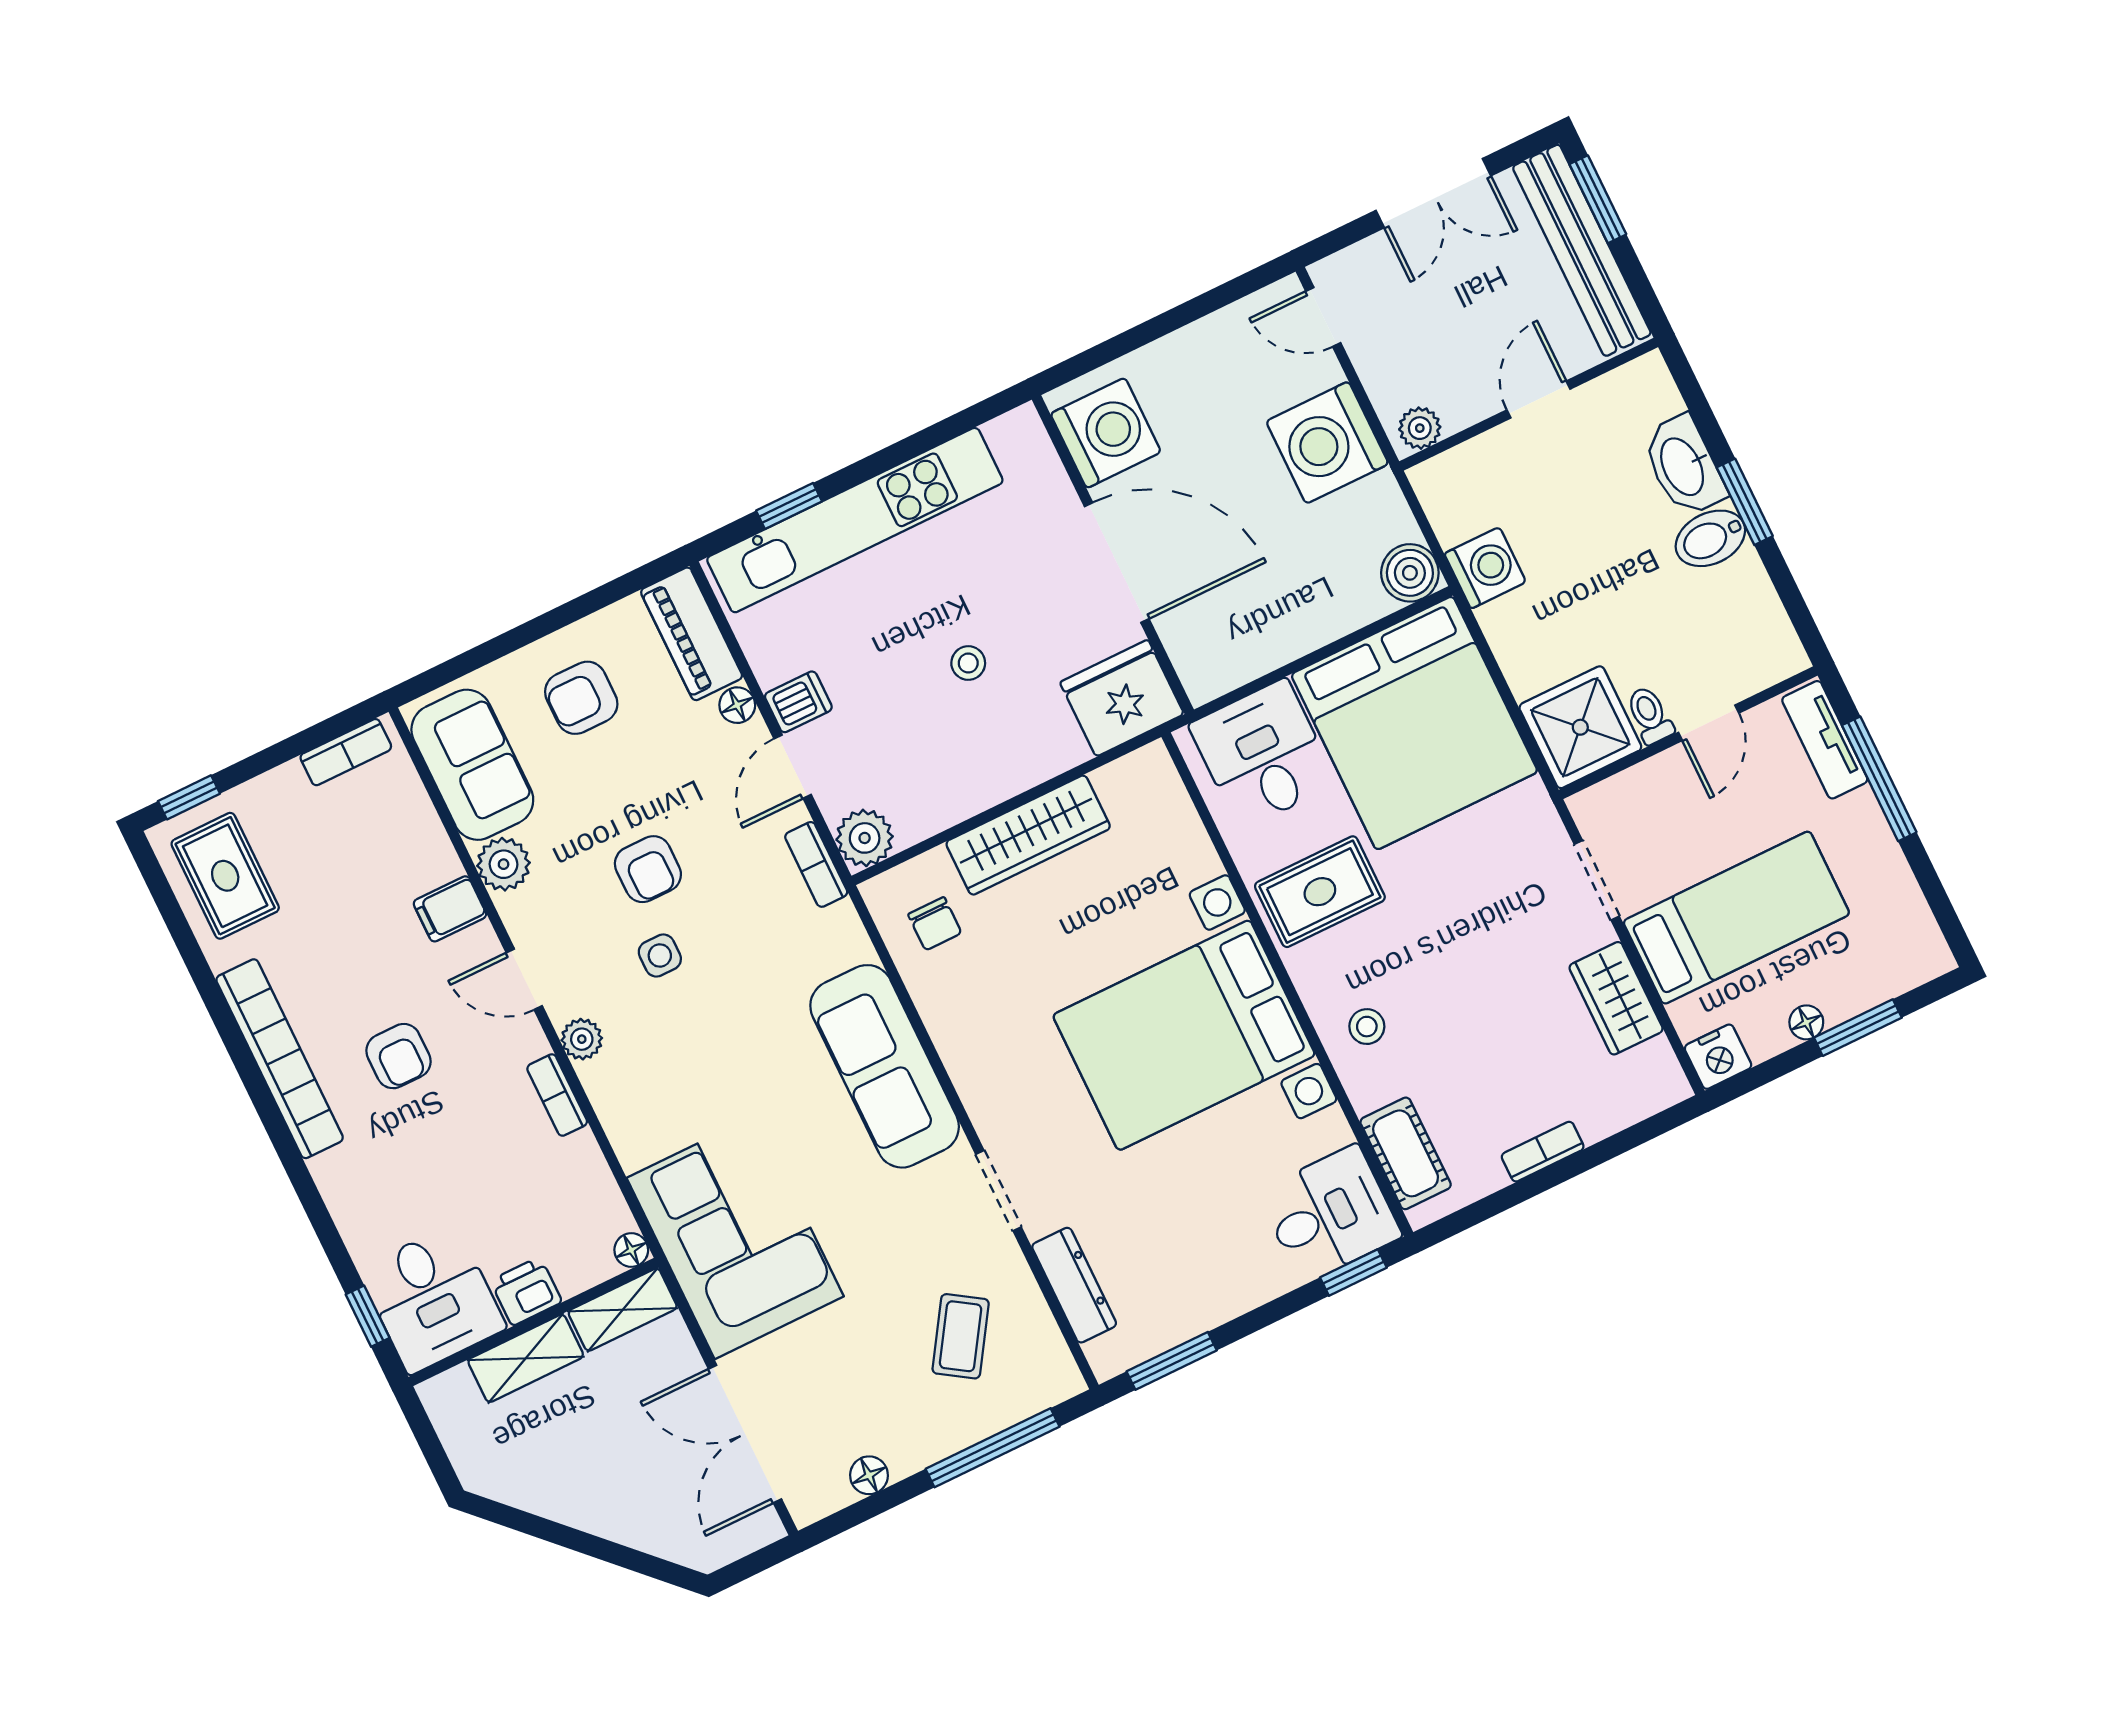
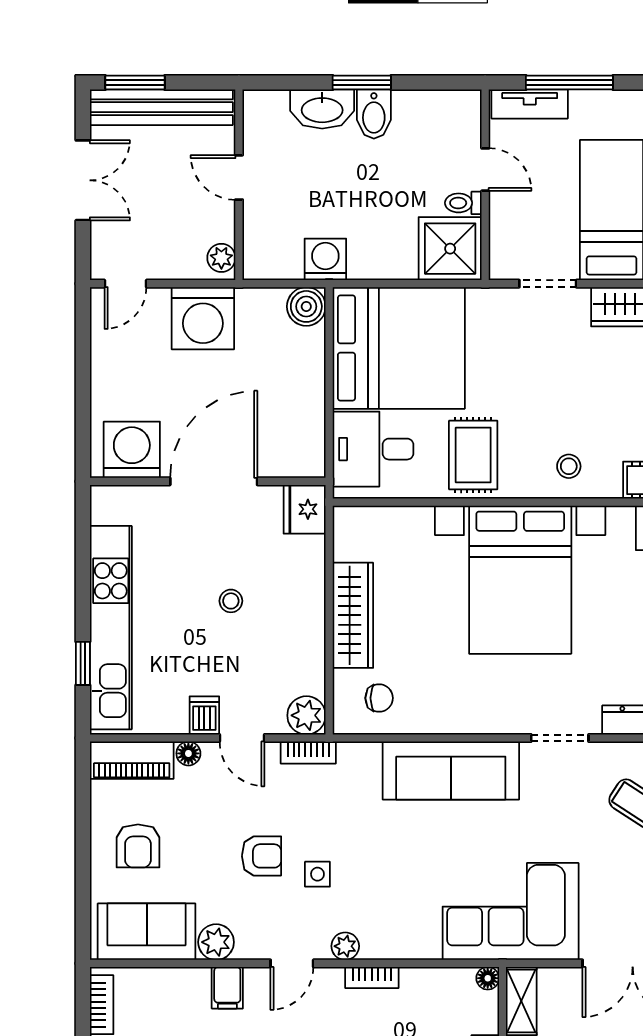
fridge: (1122, 698) -> (305, 509), width x0.73, depth x0.75

